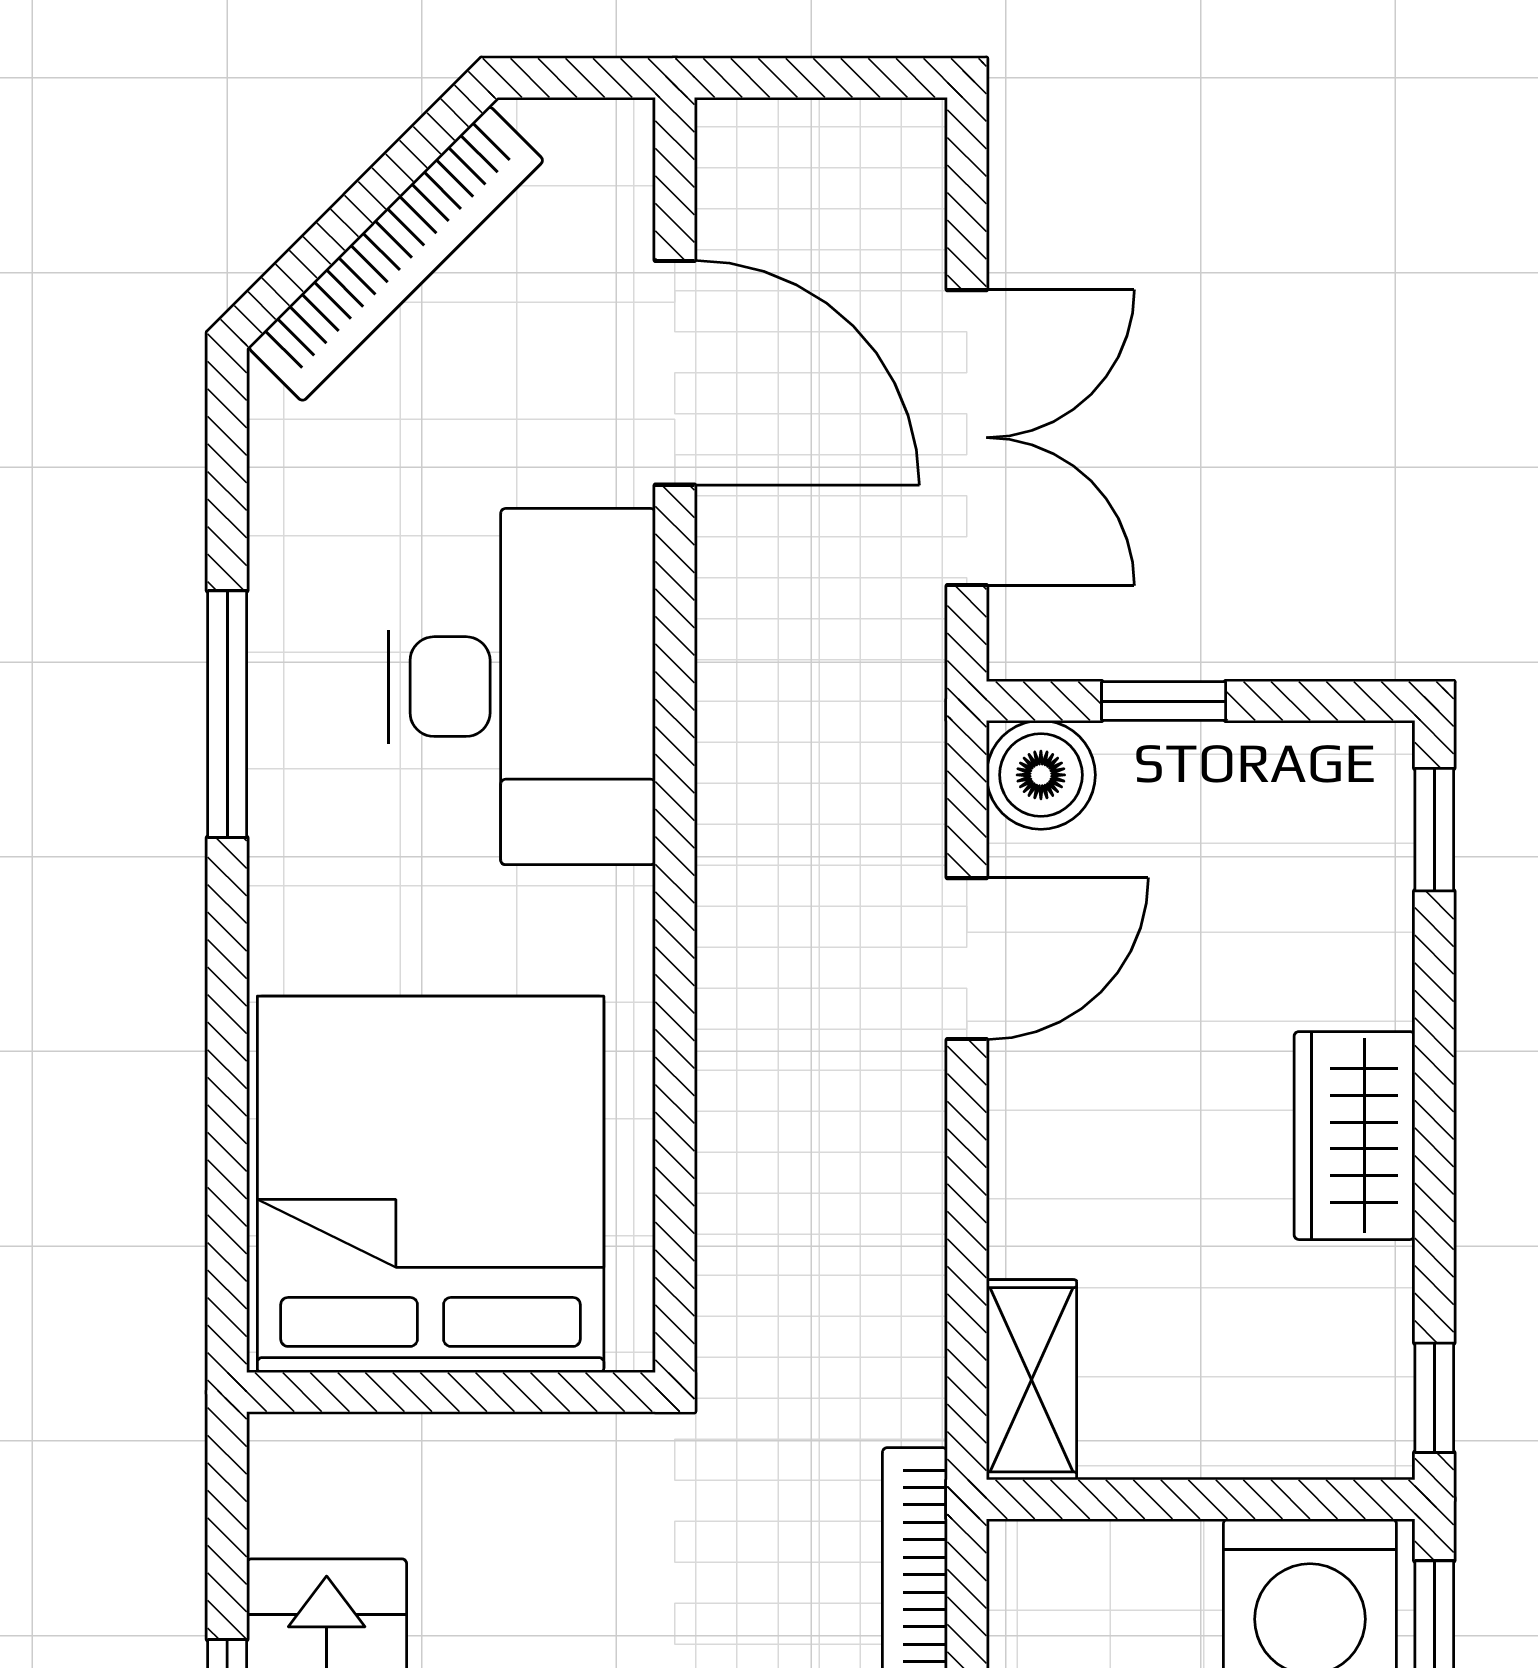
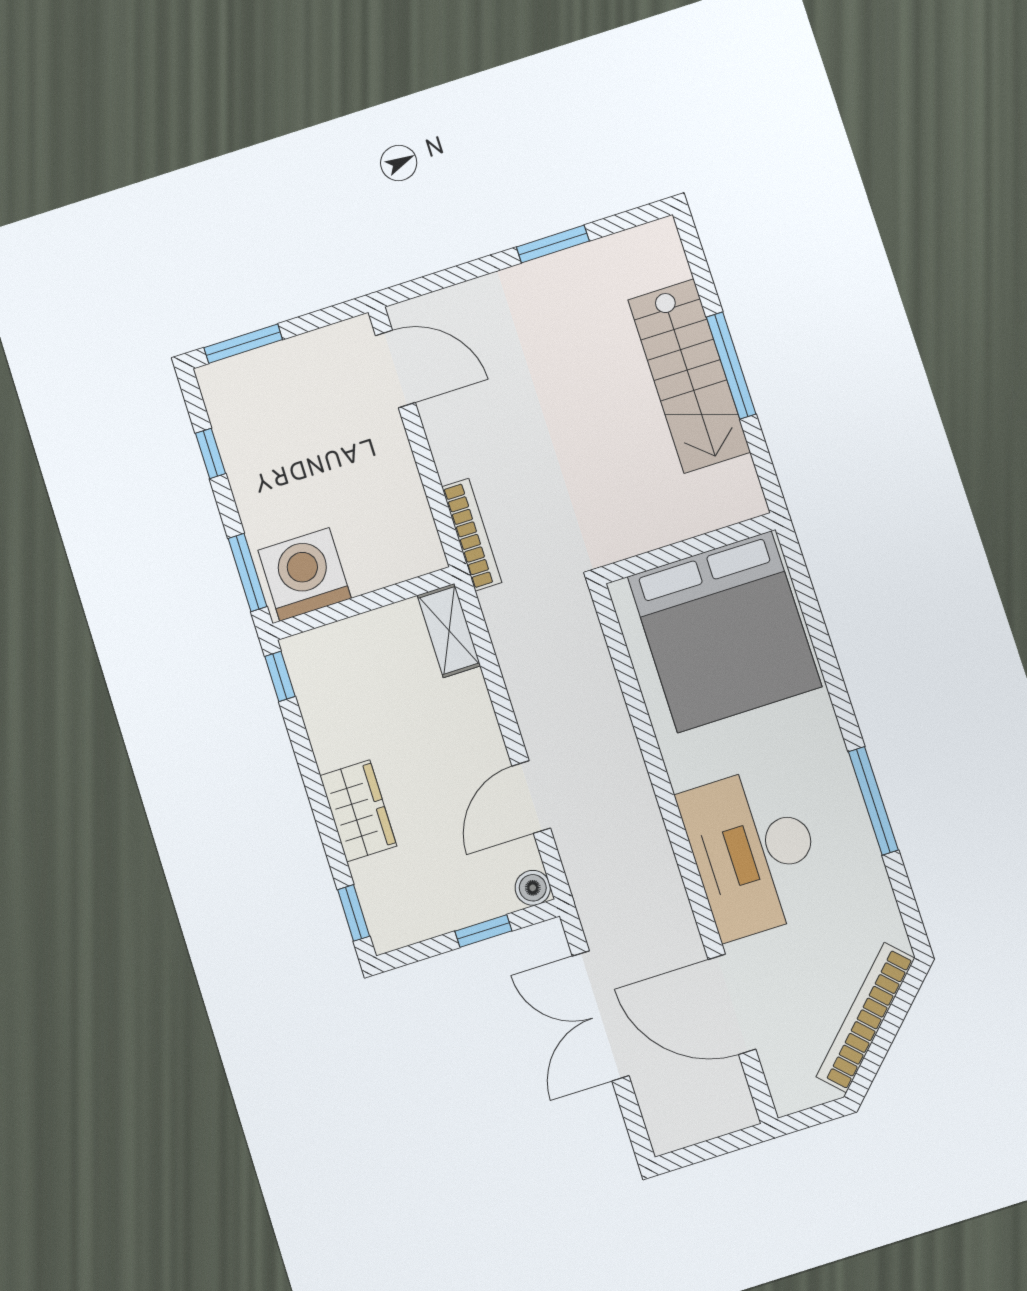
boiler: (1041, 775) -> (533, 888), width x0.73, depth x0.73
wardrobe: (1354, 1136) -> (358, 811), moved

